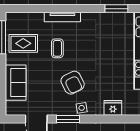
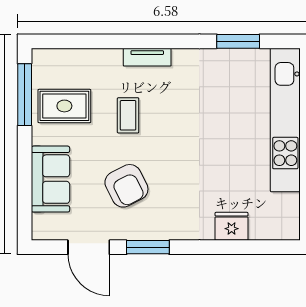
tv unit: (62, 17) -> (147, 57), width x0.71
armchair: (73, 83) -> (126, 186), moved
side table: (82, 108) -> (173, 226), removed

